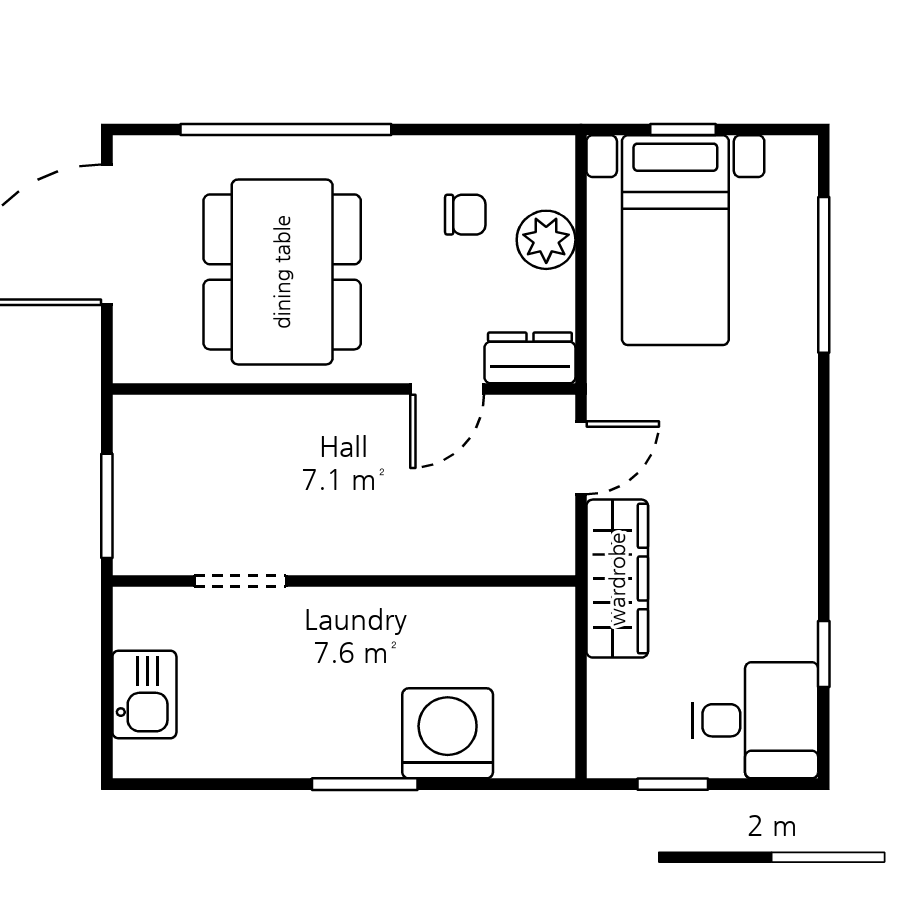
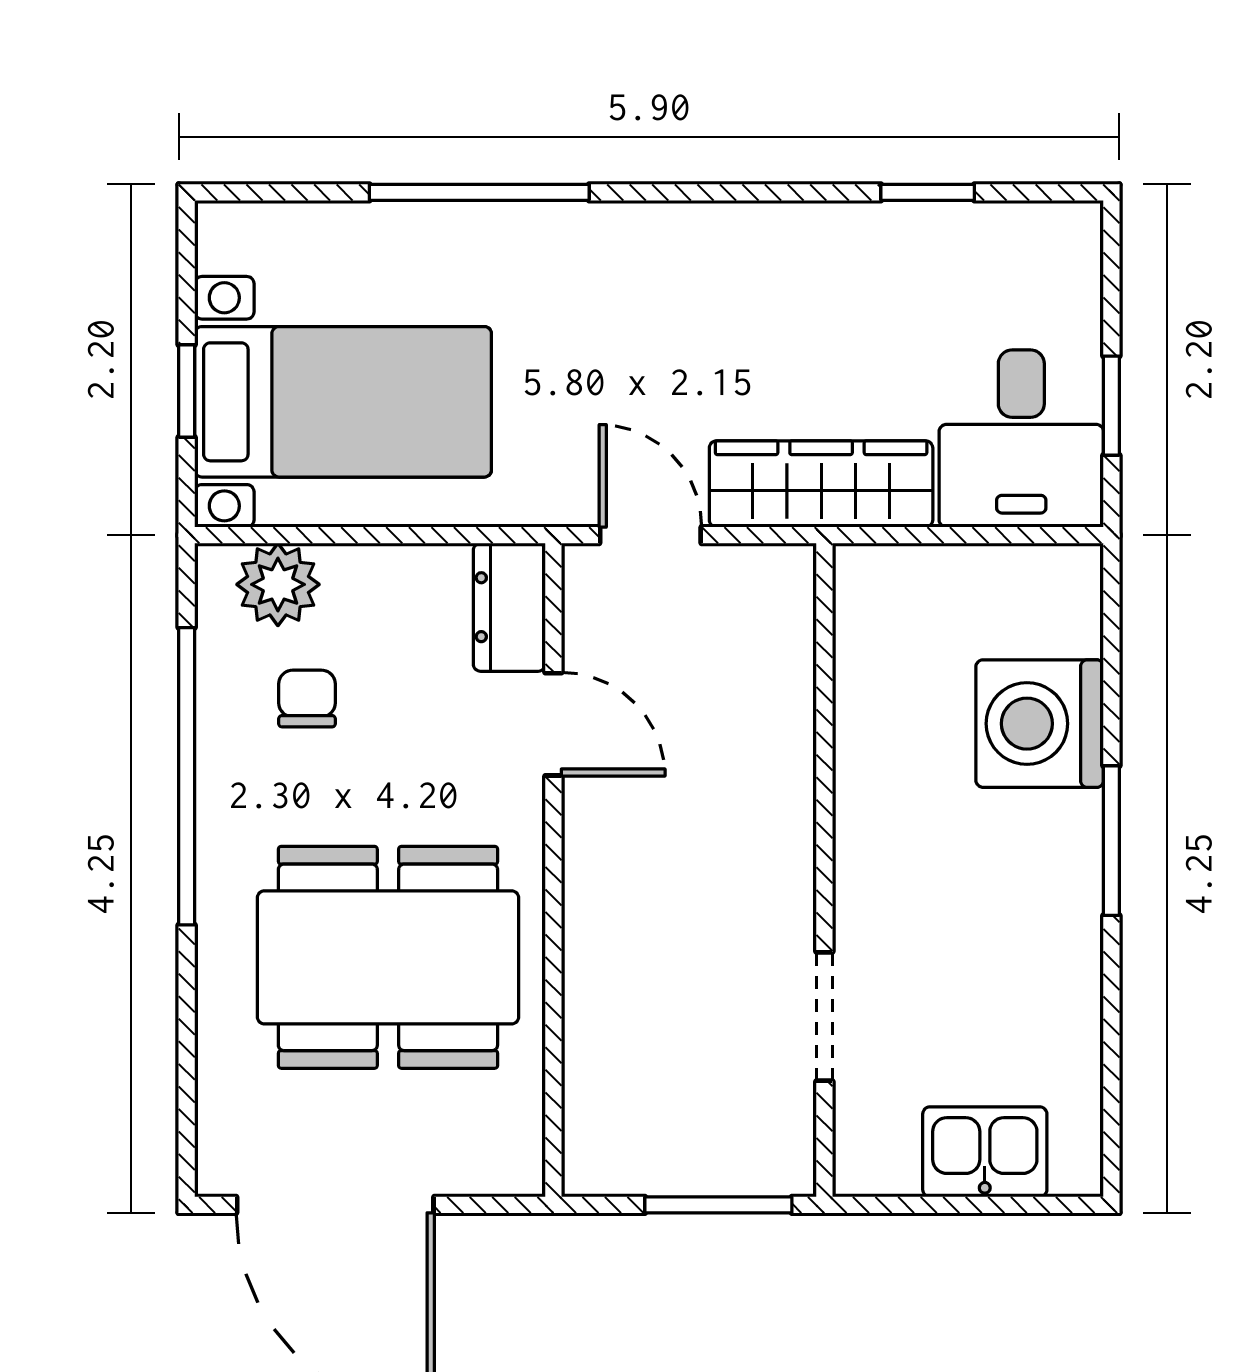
window: (286, 129) -> (187, 776), moved
plant: (546, 240) -> (278, 584), moved
window: (824, 275) -> (479, 192), moved
desk: (755, 720) -> (1021, 439), moved, turned 180

